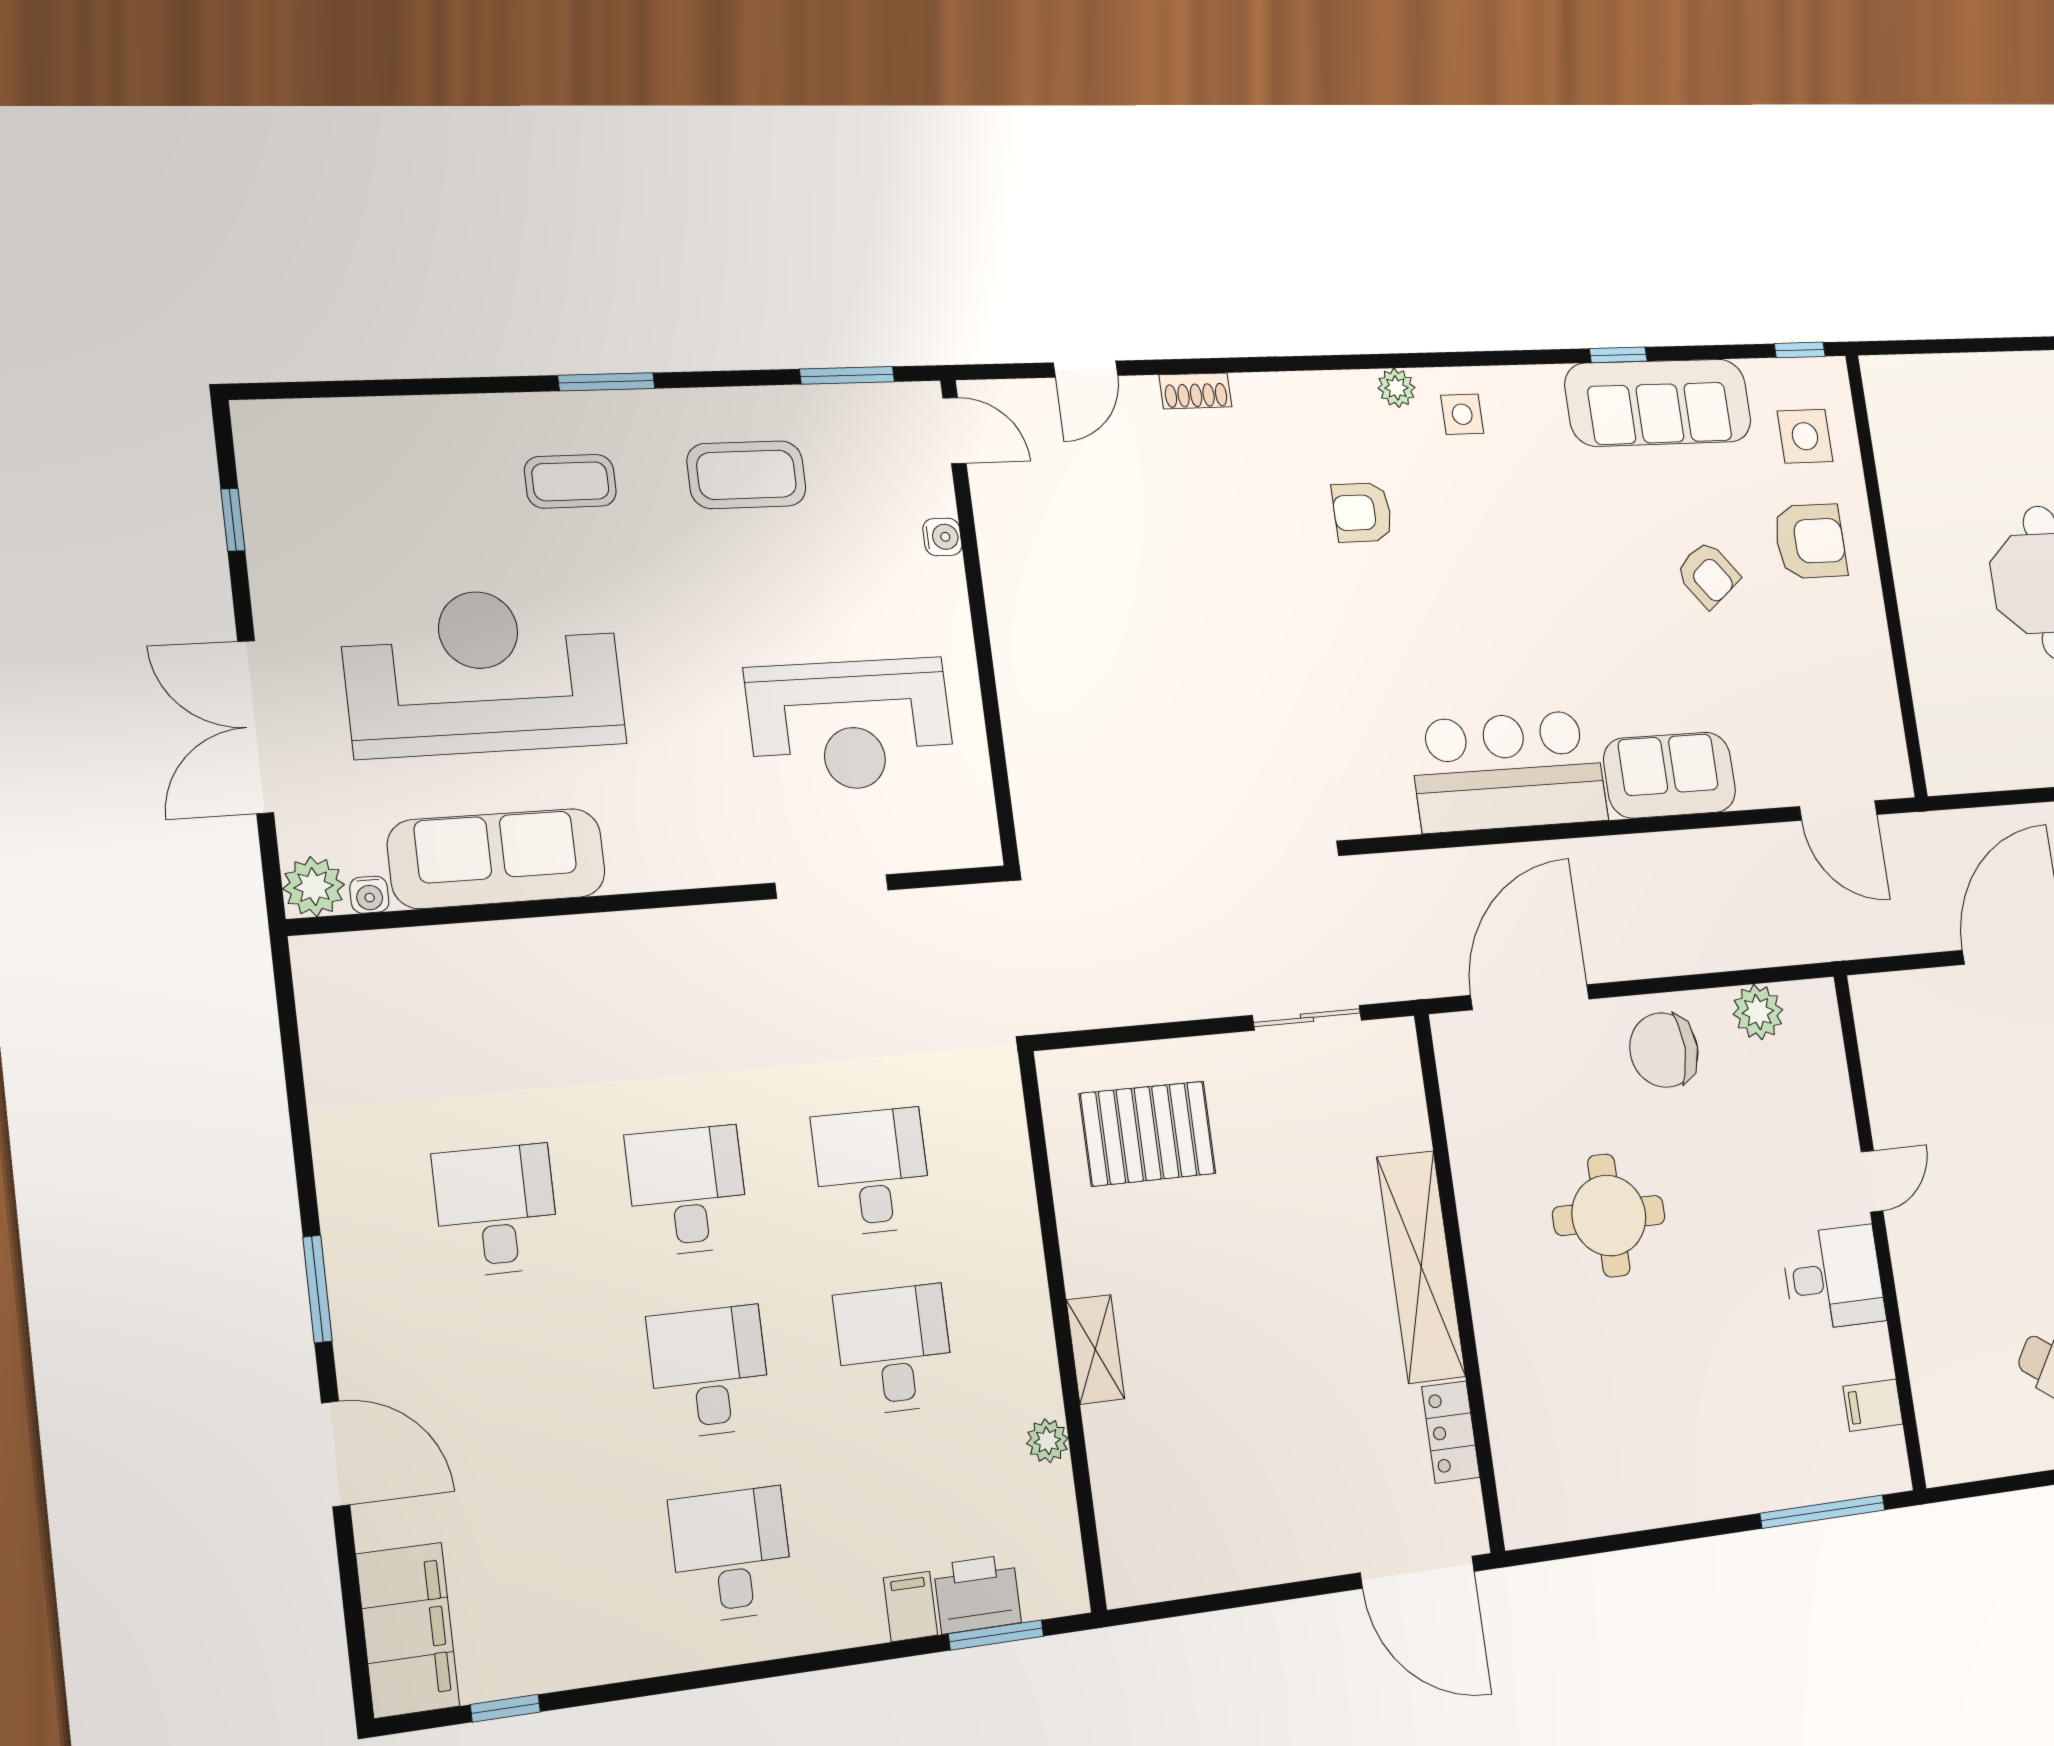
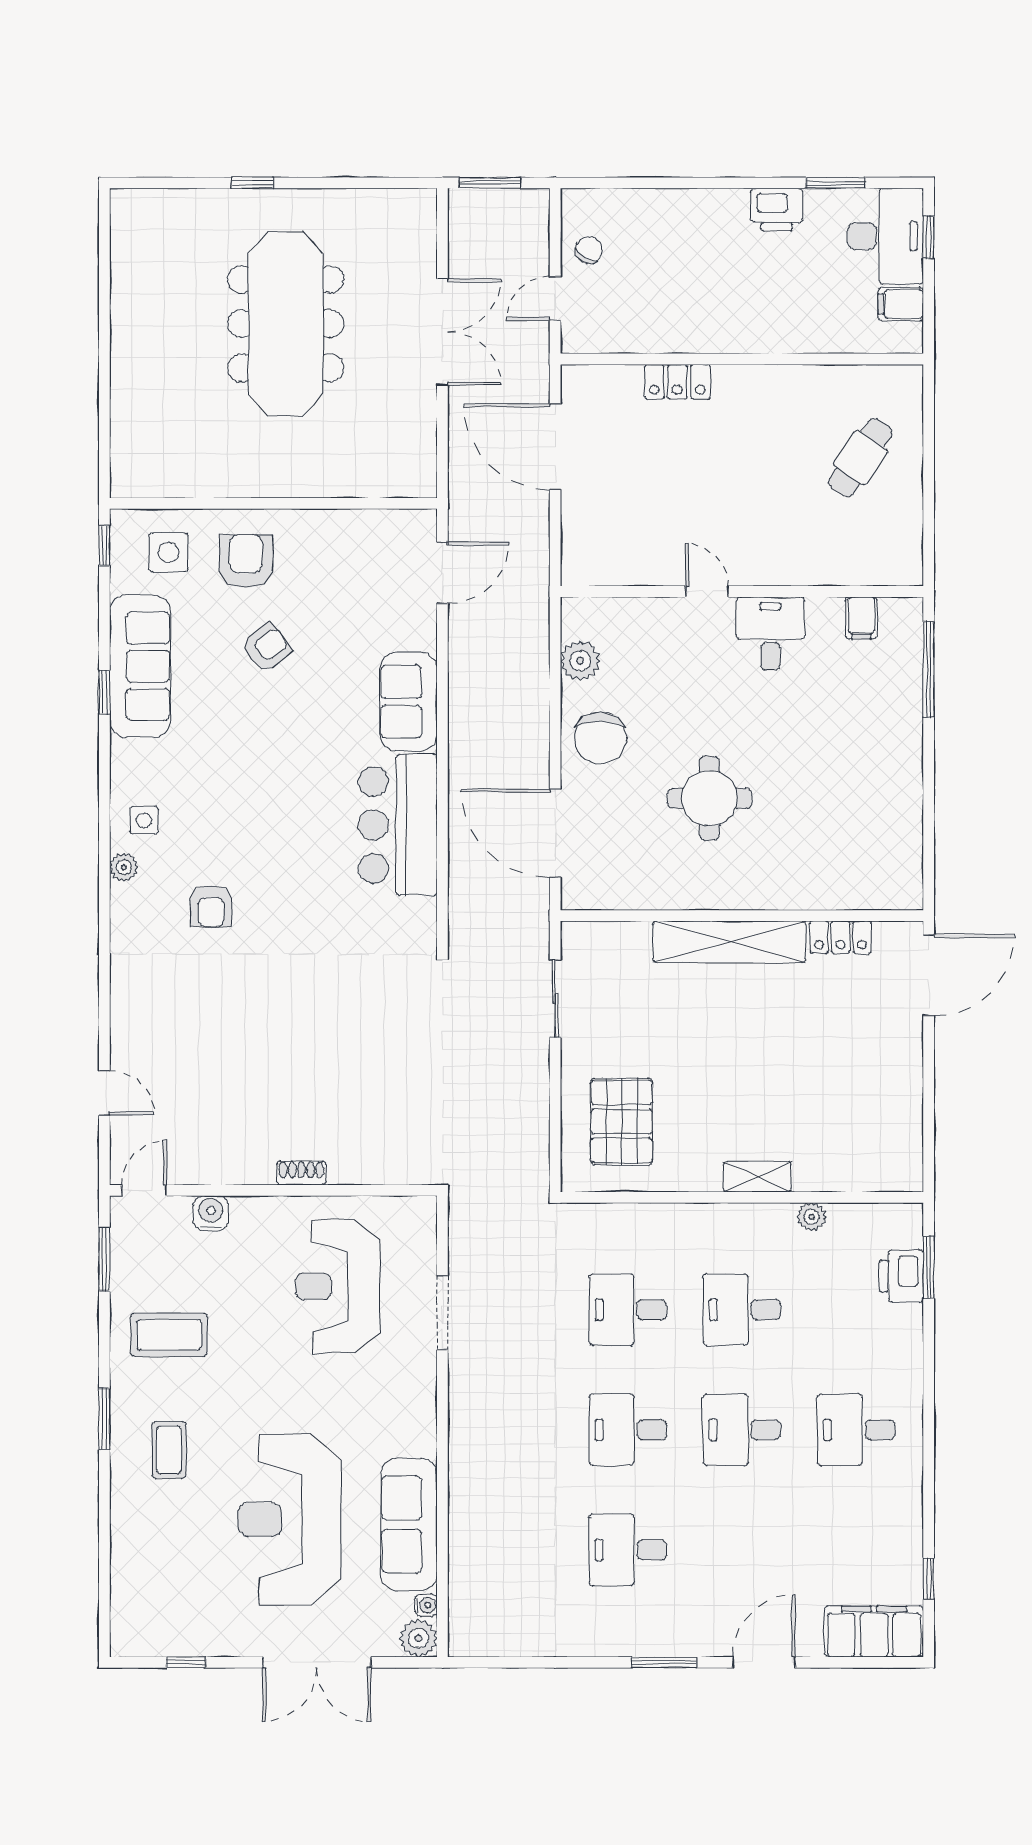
shoe rack: (1195, 391) -> (301, 1173), moved, turned -90
coffee table: (747, 475) -> (169, 1335), turned 90
water cooler: (942, 537) -> (211, 1213), width x1.38, depth x1.38
reception desk: (851, 725) -> (338, 1286), turned 180
filing cabinet: (910, 1606) -> (903, 1320), removed

